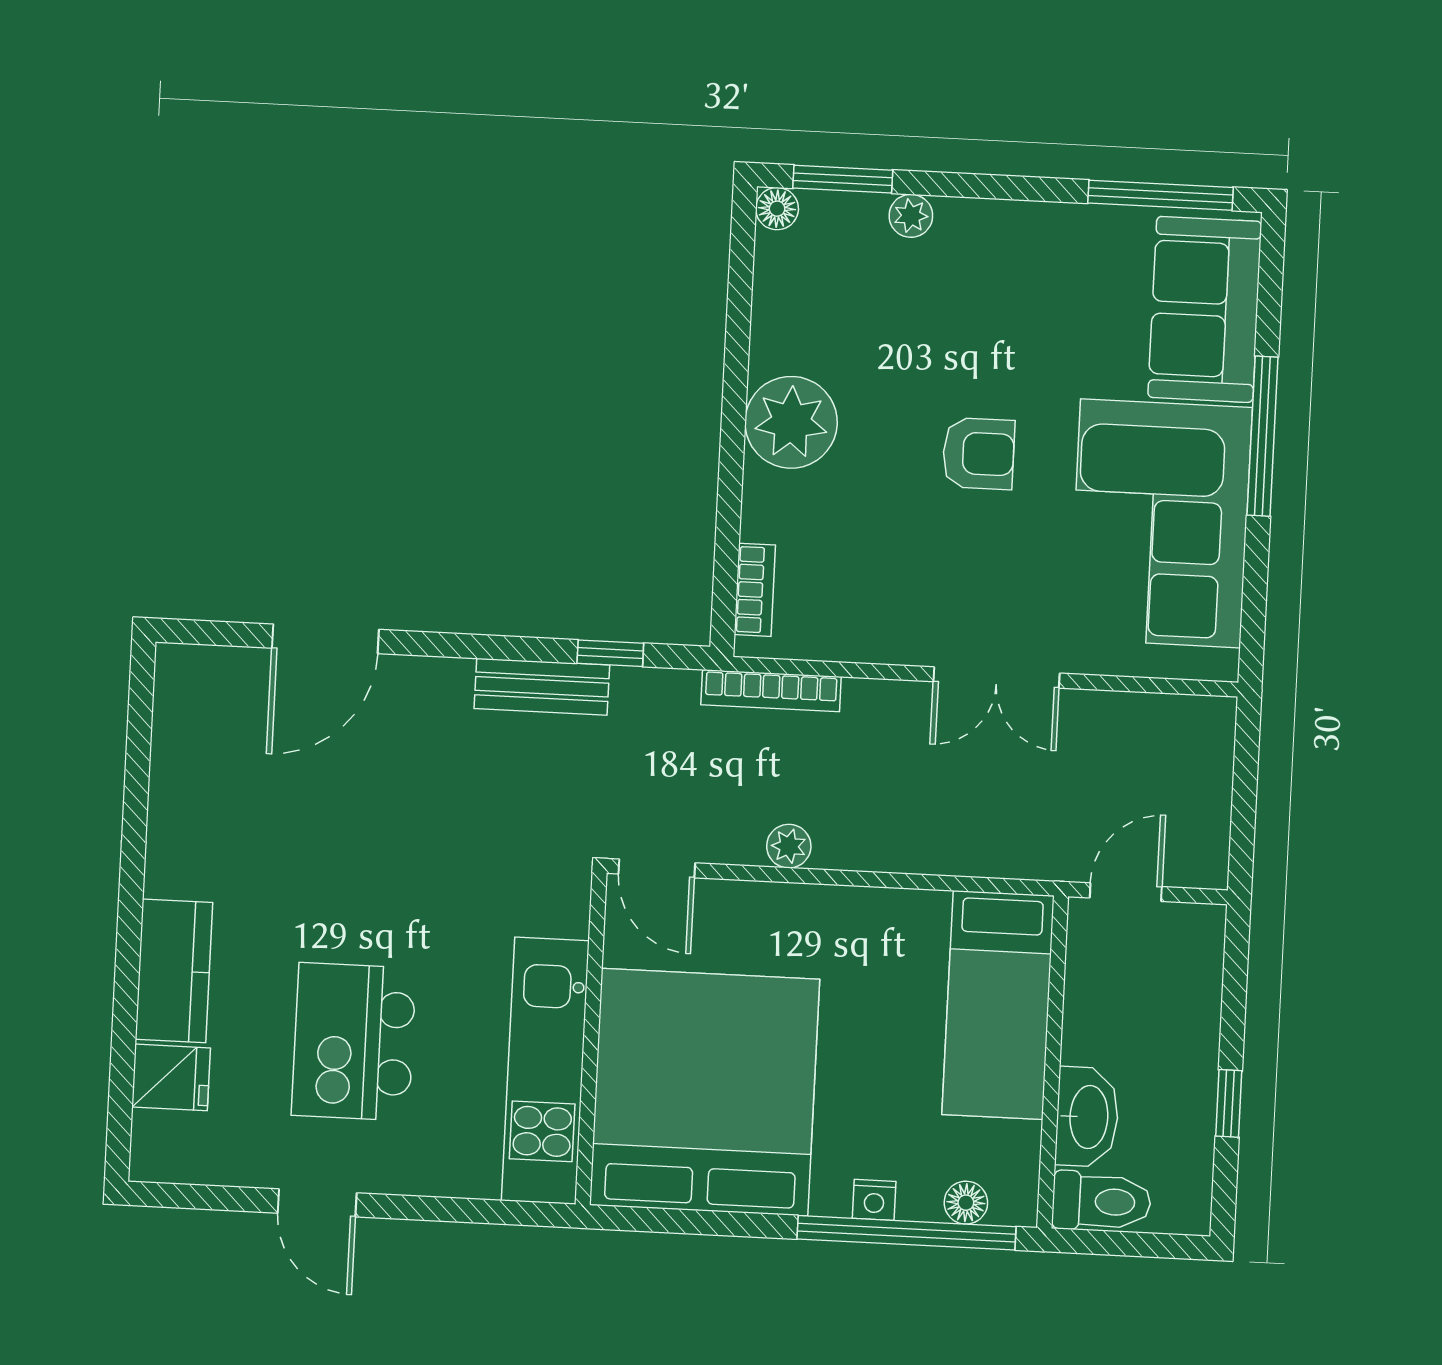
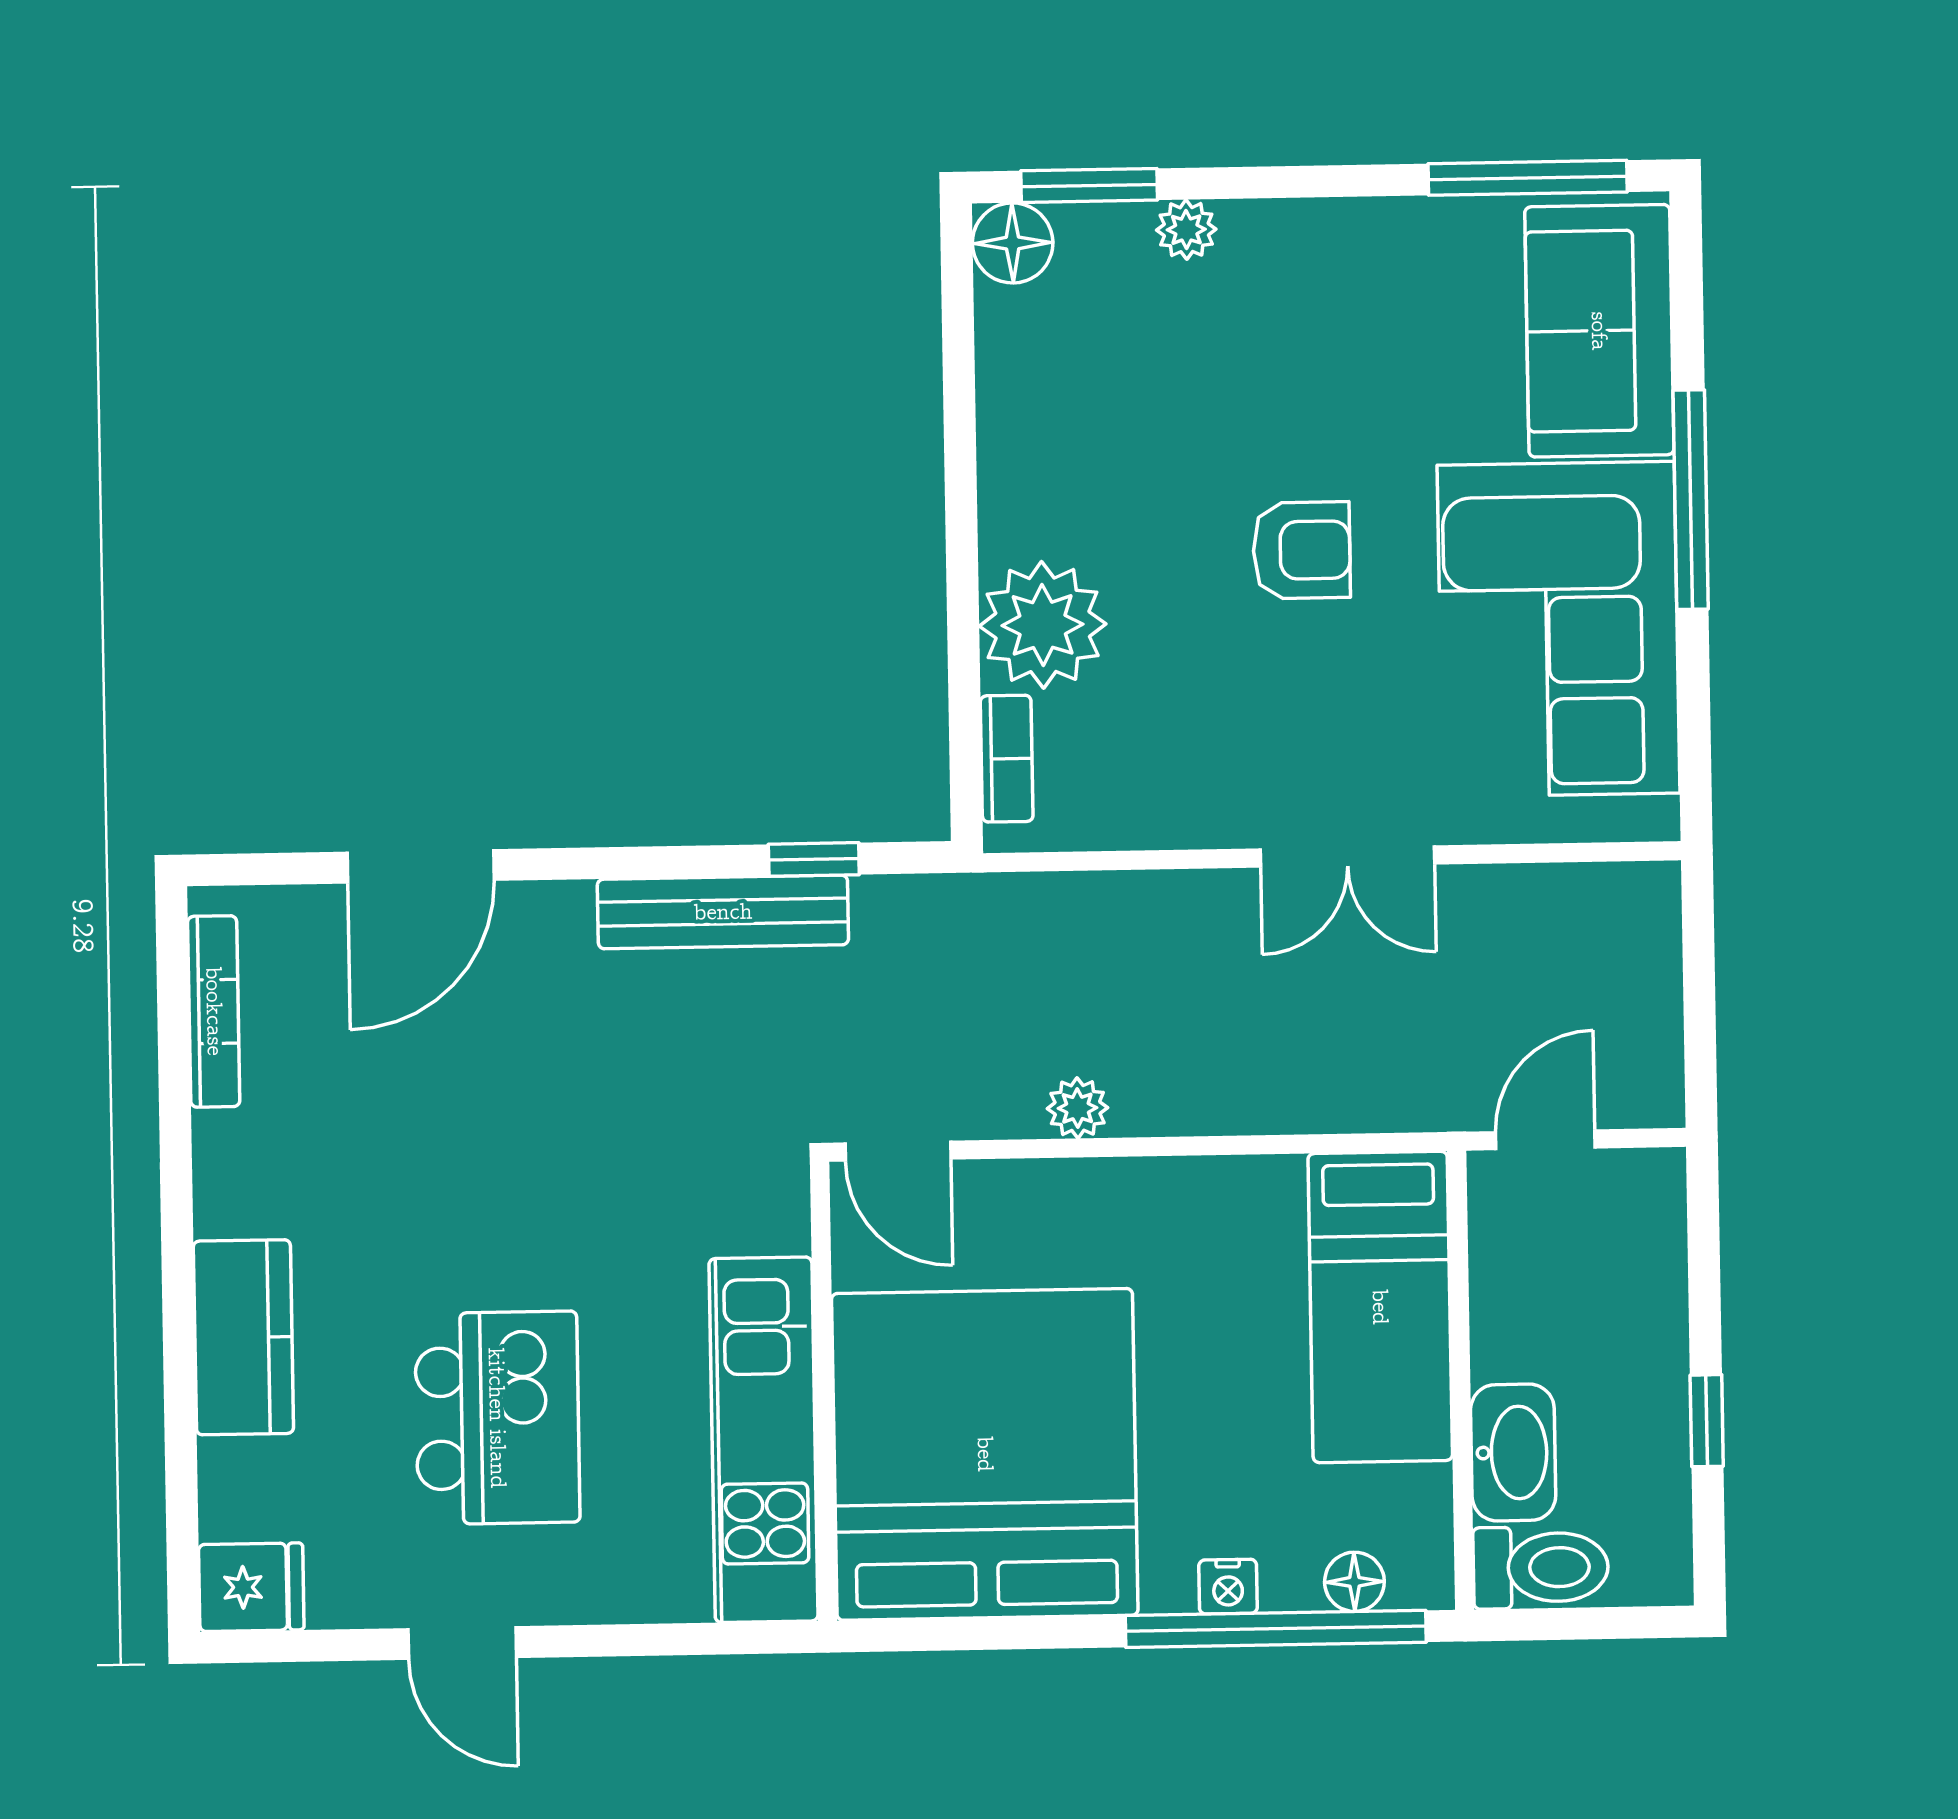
floor lamp: (777, 209) -> (1013, 243), width x1.37, depth x1.37
plant: (791, 422) -> (1043, 625), moved
bench: (542, 687) -> (723, 912), width x1.36
bookcase: (771, 691) -> (214, 1011), moved, turned -90
kitchen island: (354, 1042) -> (497, 1418), turned 180
fridge: (171, 1077) -> (251, 1587), moved

